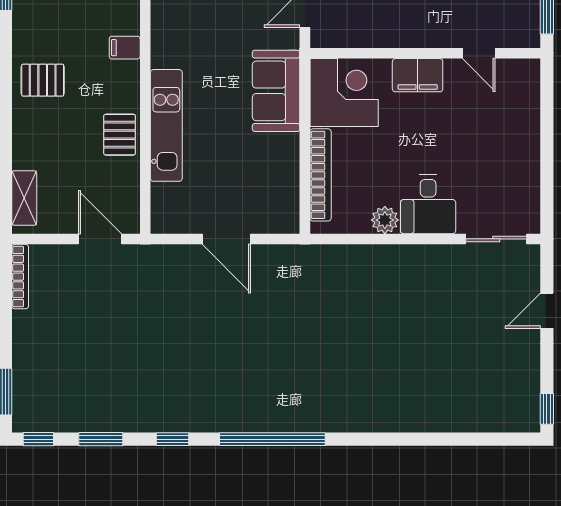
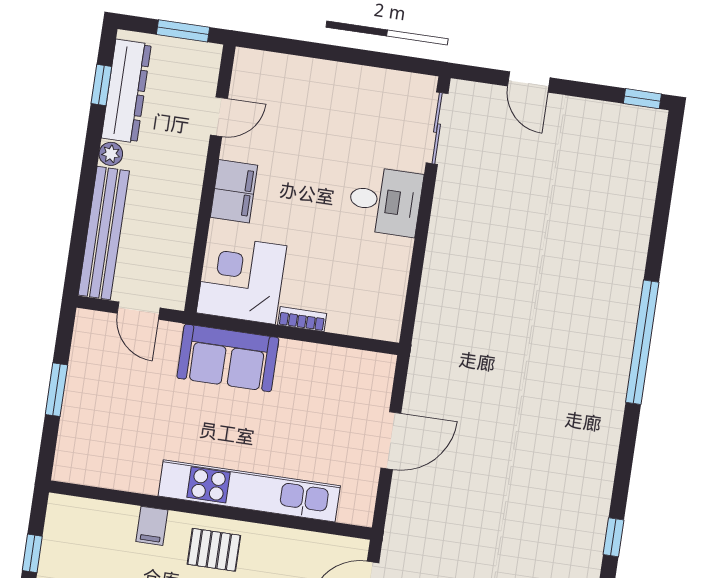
kitchen unit: (166, 125) -> (249, 491), width x1.36
pallet: (120, 135) -> (214, 550), moved
bookcase: (321, 175) -> (302, 319), width x0.43, depth x0.76
plant: (385, 220) -> (396, 254), removed
window: (272, 439) -> (642, 342), moved

